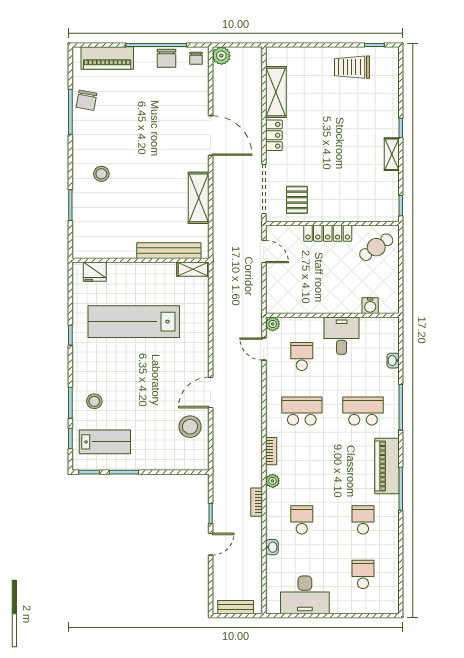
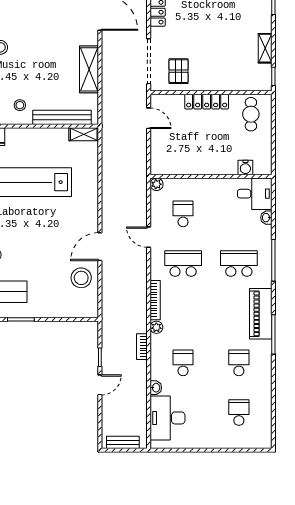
shelving: (392, 154) -> (265, 48), moved
stool: (123, 237) -> (20, 105), added
cafe table: (376, 247) -> (251, 114), turned -55
desk: (342, 336) -> (255, 194), moved, turned 90
door: (264, 349) -> (149, 237), moved
bookcase: (271, 451) -> (155, 300), width x1.56
desk: (305, 595) -> (167, 418), moved, turned 90

